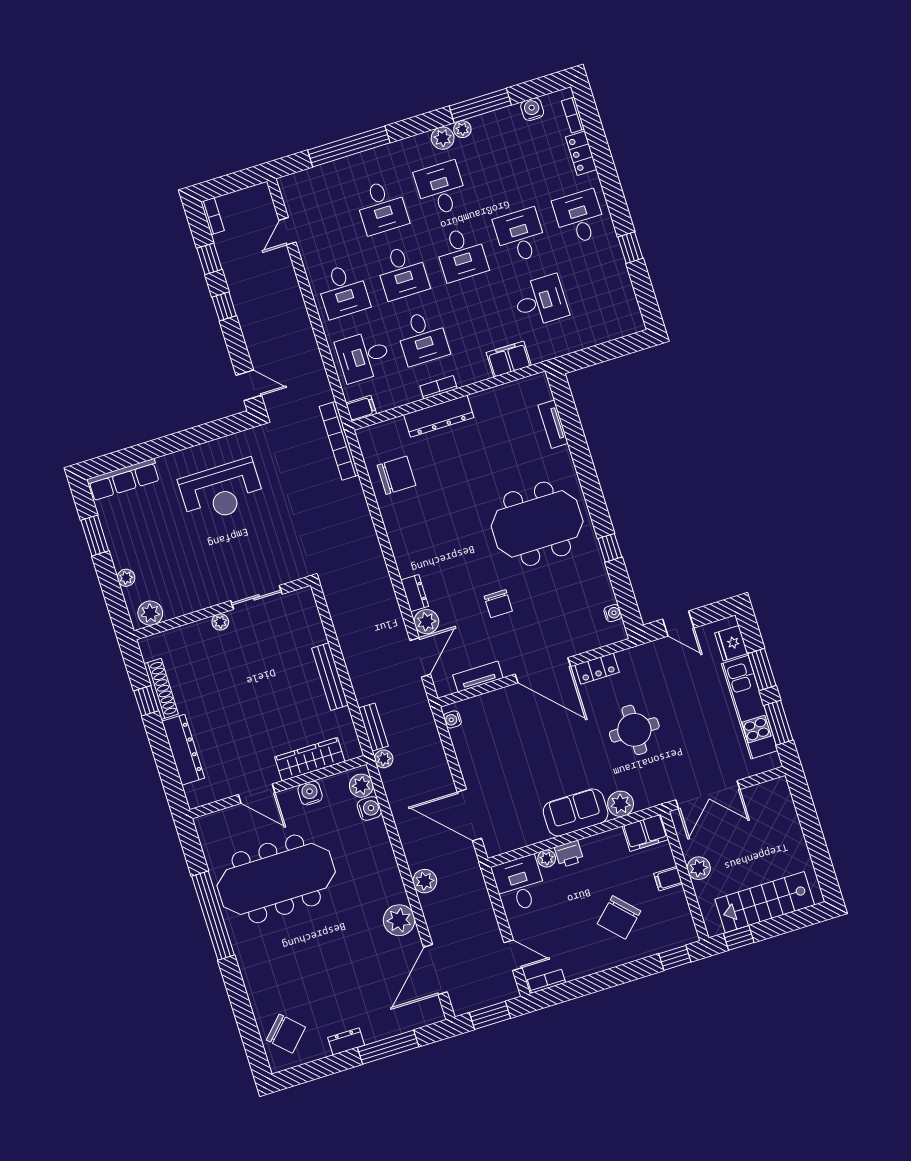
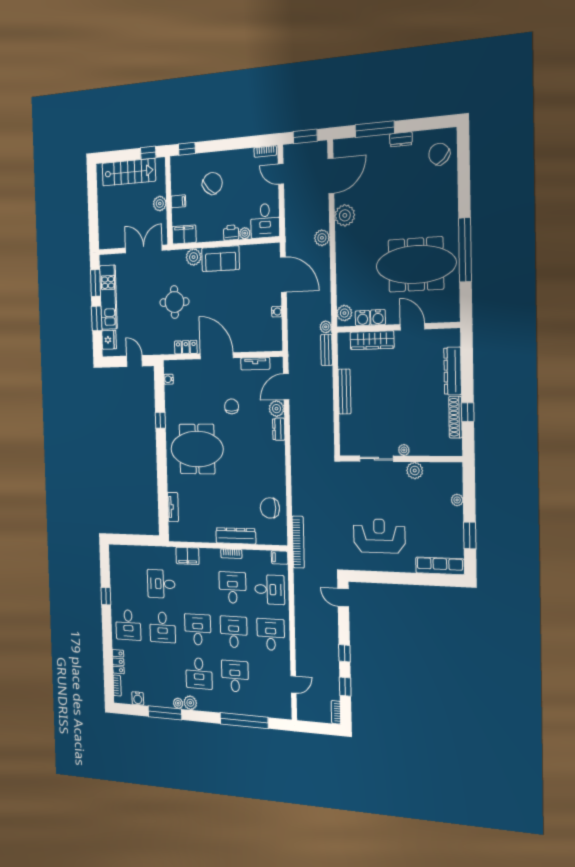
plant: (150, 613) -> (415, 471), moved
water cooler: (452, 719) -> (277, 312), moved
water cooler: (369, 808) -> (363, 318), moved, turned -90

